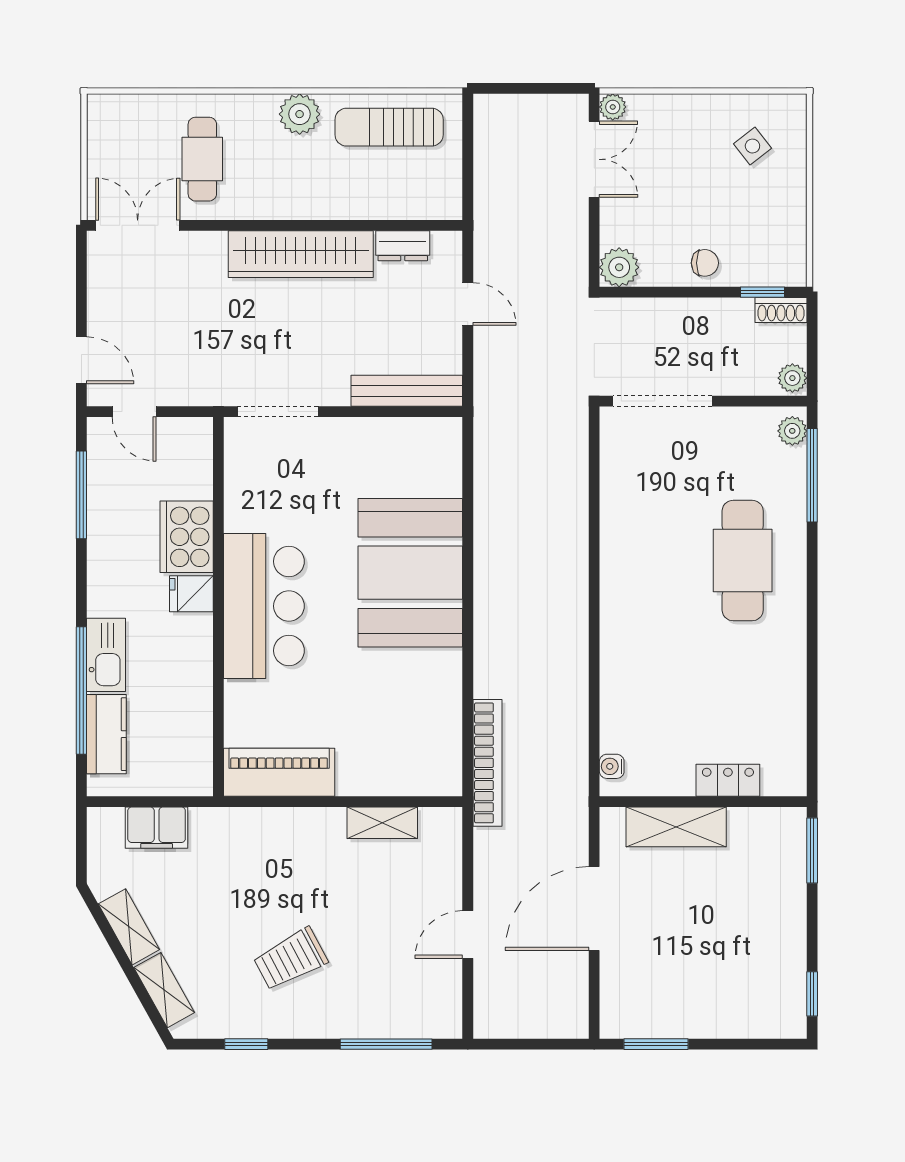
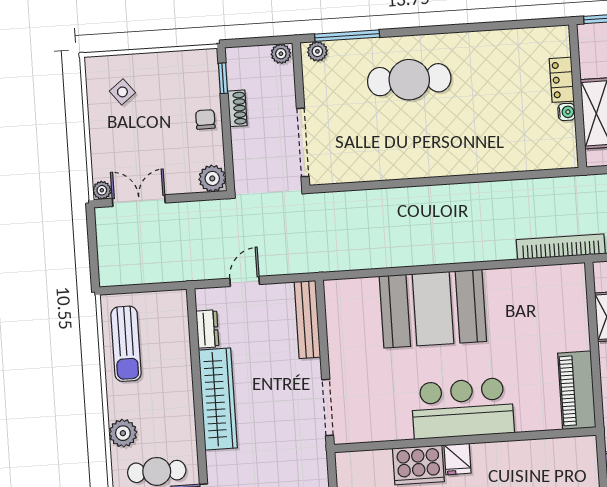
plant: (300, 114) -> (123, 433), moved
shoe rack: (781, 310) -> (237, 108), moved
water cooler: (612, 766) -> (567, 112), moved, turned -90

